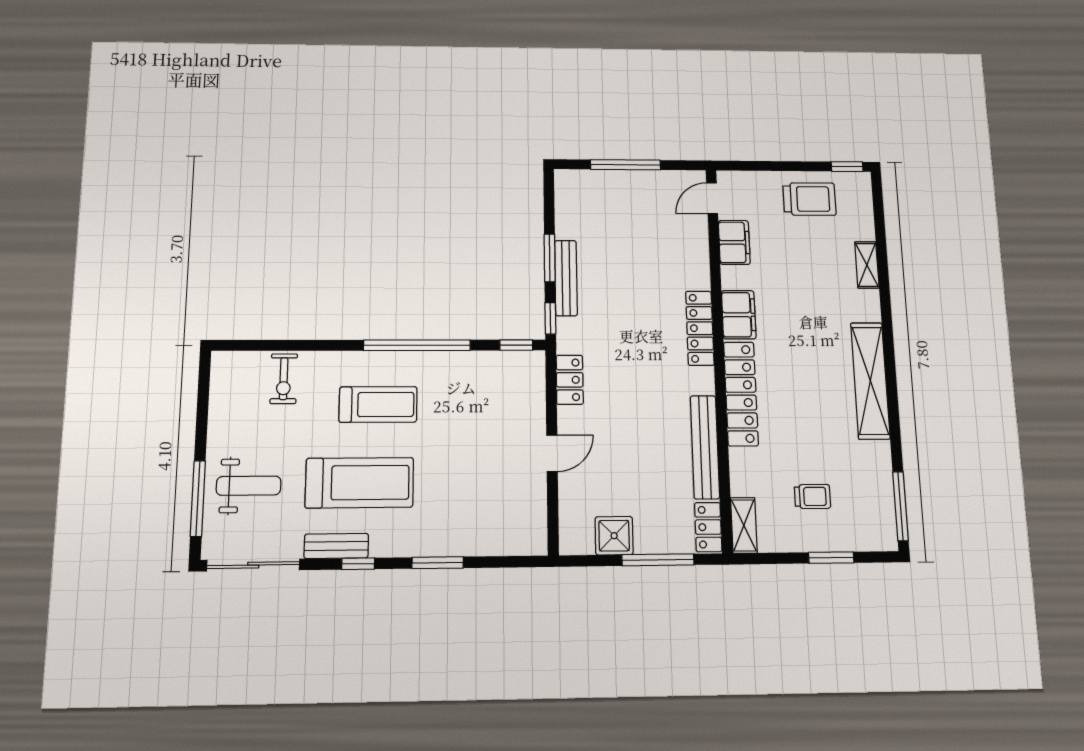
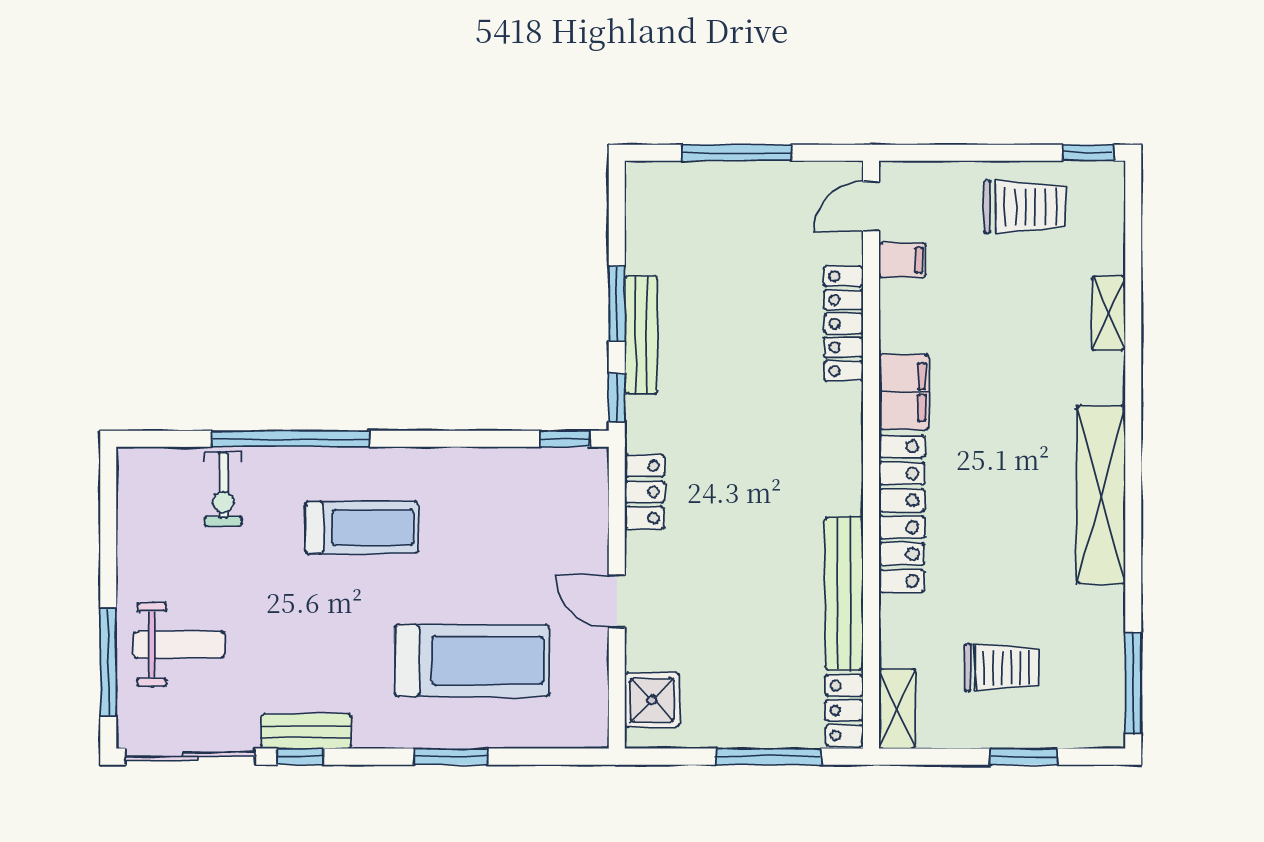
filing cabinet: (734, 242) -> (902, 260), width x0.50
locker: (700, 328) -> (843, 324), moved
window: (417, 345) -> (291, 439), moved
door: (552, 453) -> (617, 601), swing flipped
treadmill: (359, 483) -> (472, 660), moved
trolley: (812, 496) -> (1002, 668), width x1.36, depth x1.39
shower: (614, 536) -> (652, 700), moved
window: (358, 564) -> (300, 757), moved

